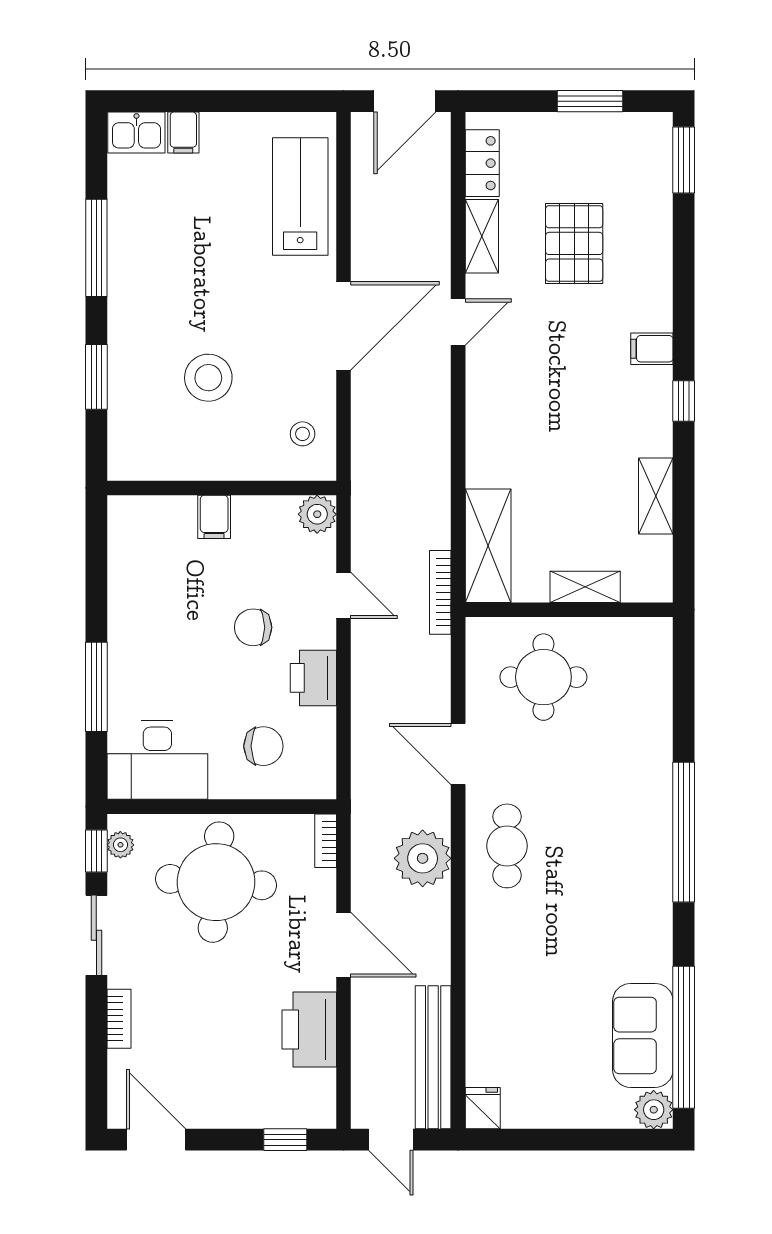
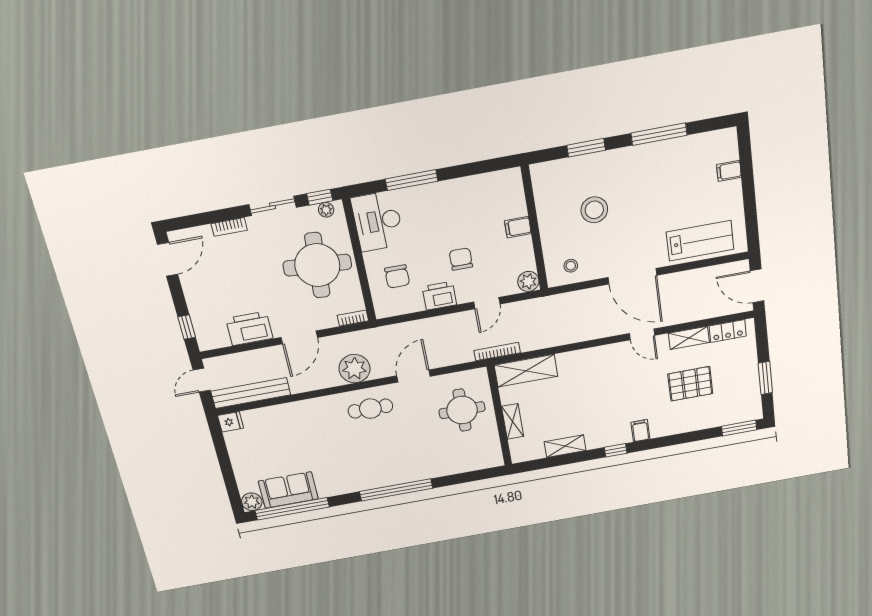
kitchen sink: (136, 133) -> (726, 145), removed

